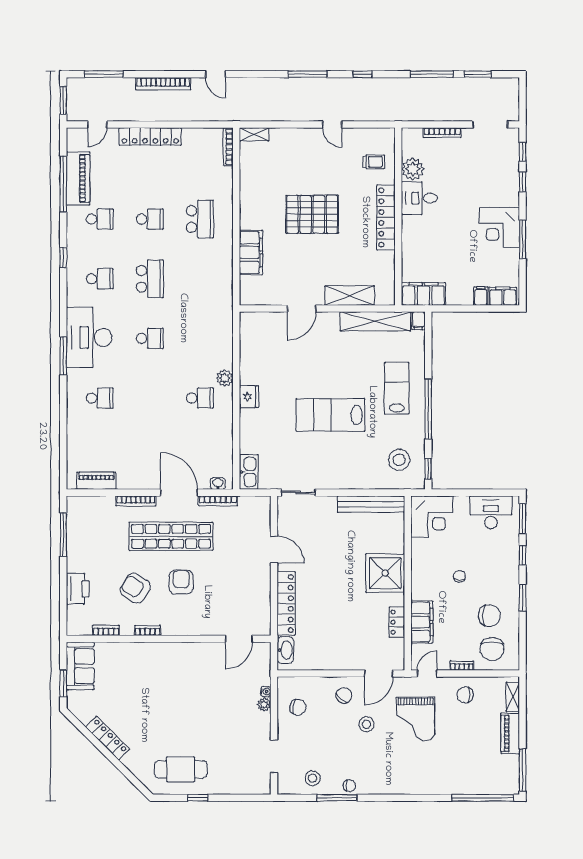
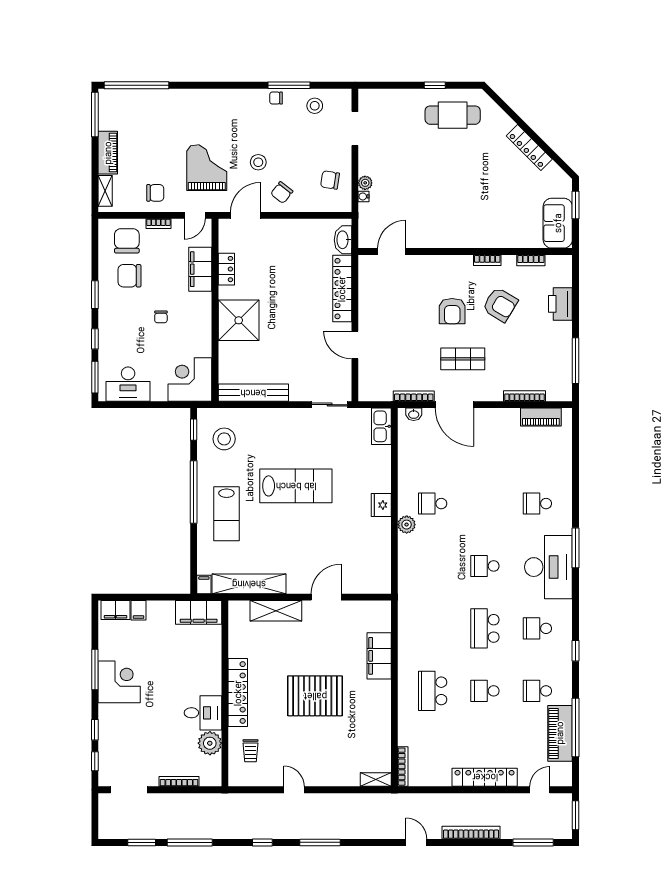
trolley: (374, 162) -> (251, 751), turned -90
bookcase: (136, 501) -> (524, 396), moved
shop shelf: (171, 536) -> (463, 359), width x0.50, depth x0.74

